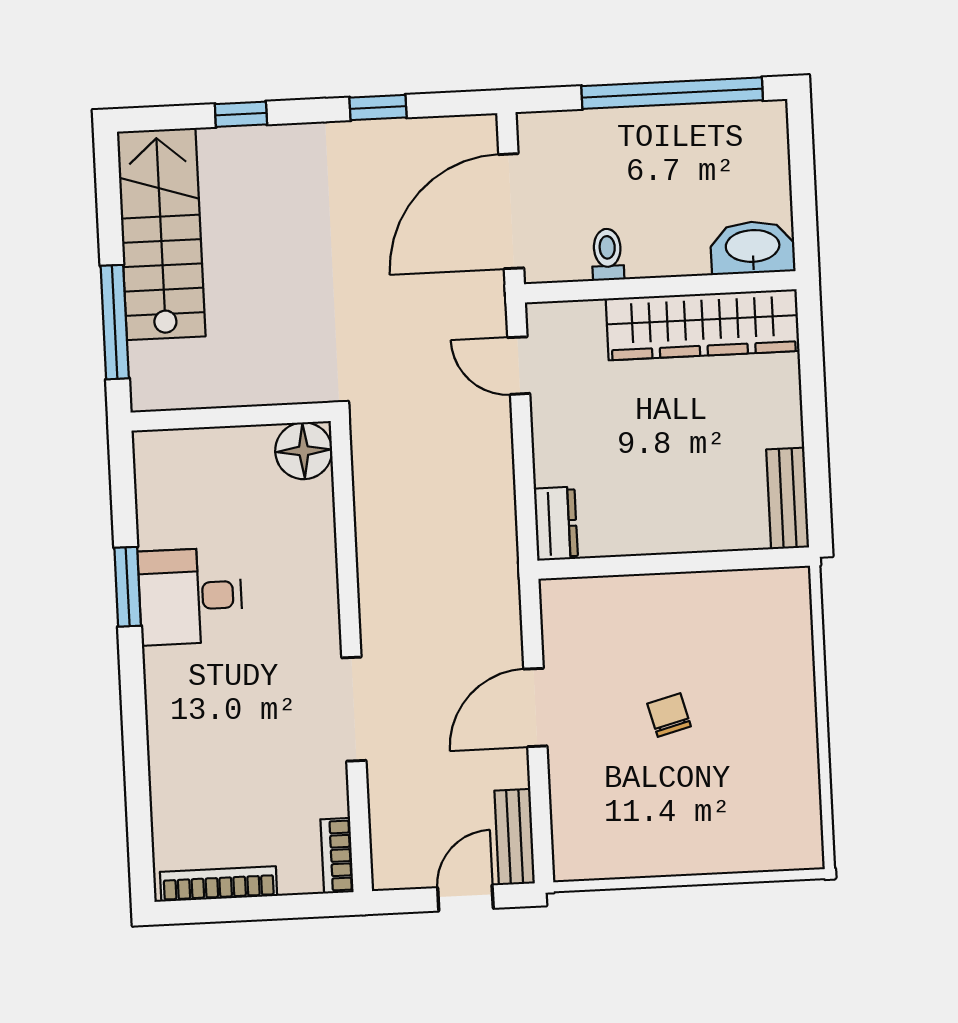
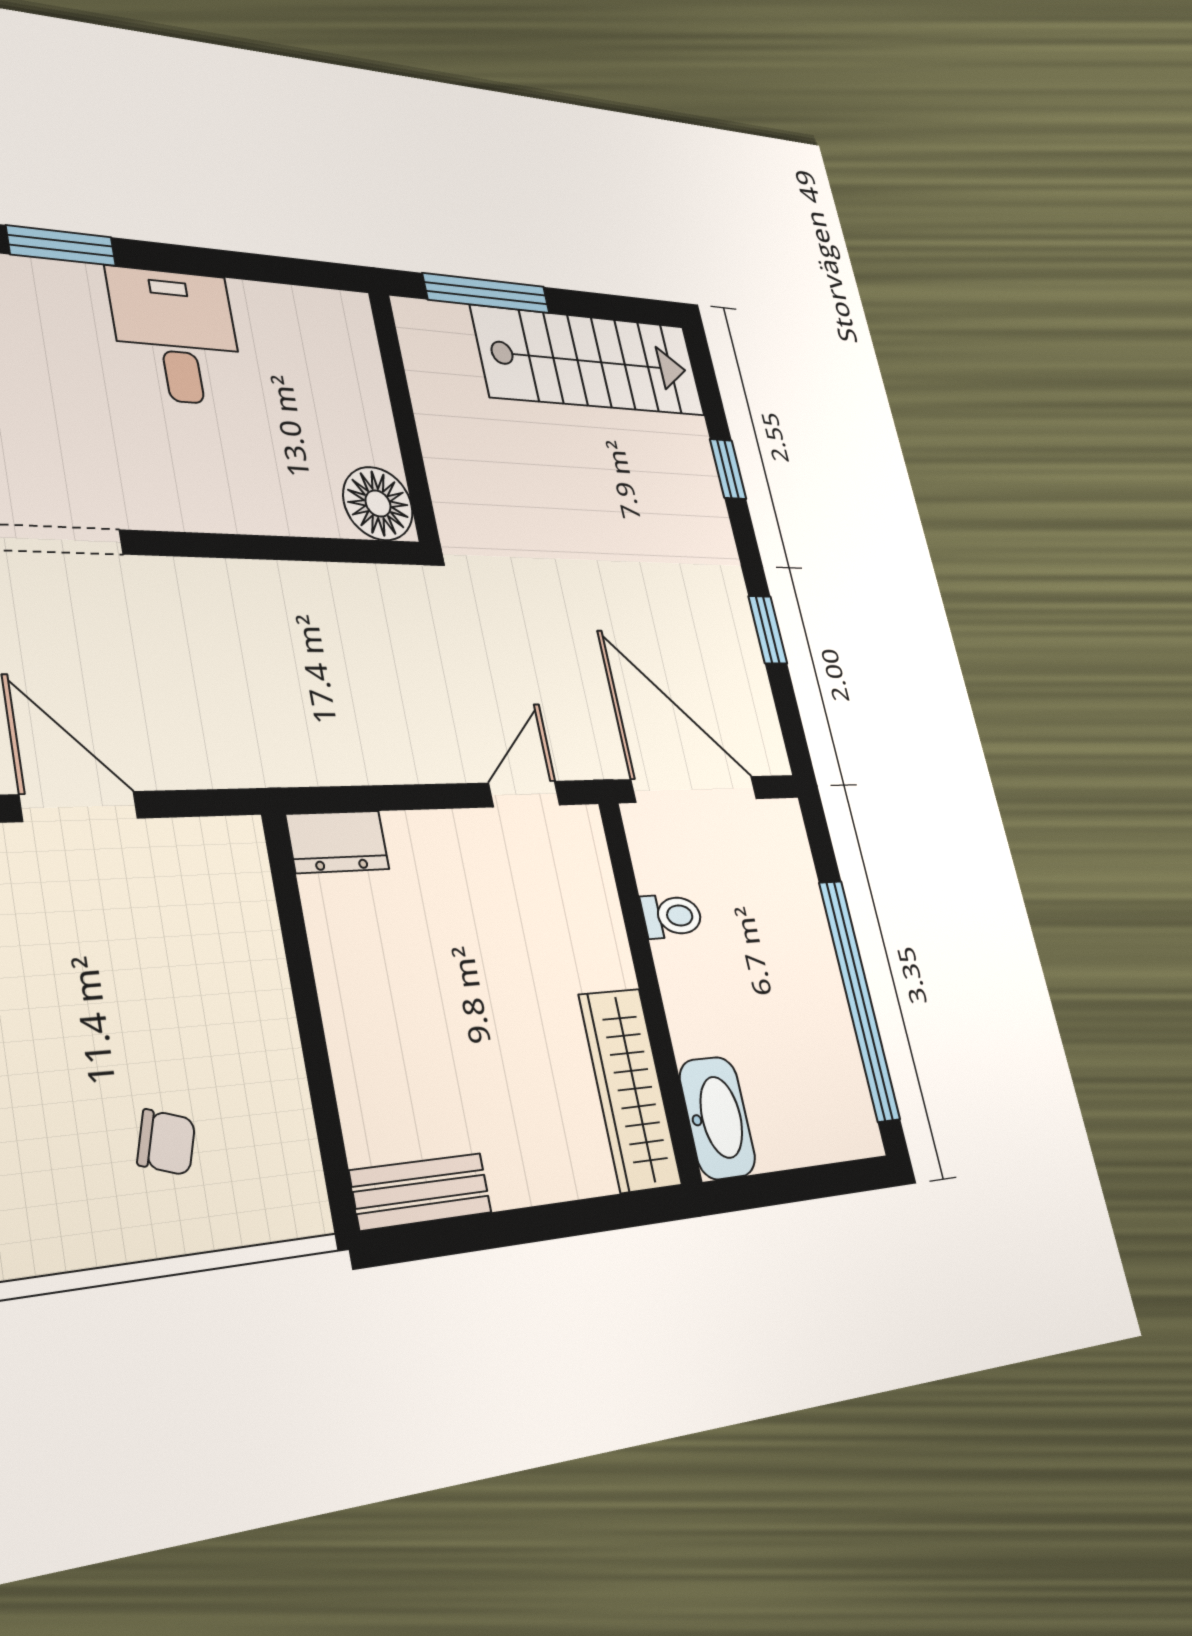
wardrobe: (703, 325) -> (630, 1089), width x0.71, depth x0.85
window: (128, 587) -> (61, 246), moved
chair: (669, 715) -> (166, 1142), moved, turned 32

